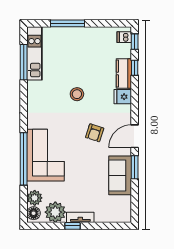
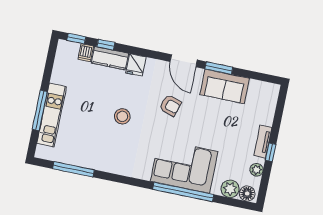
dishwasher: (124, 37) -> (86, 53), moved
kitchen unit: (34, 53) -> (52, 115), moved, turned 90
plant: (55, 212) -> (257, 170), width x0.53, depth x0.53

